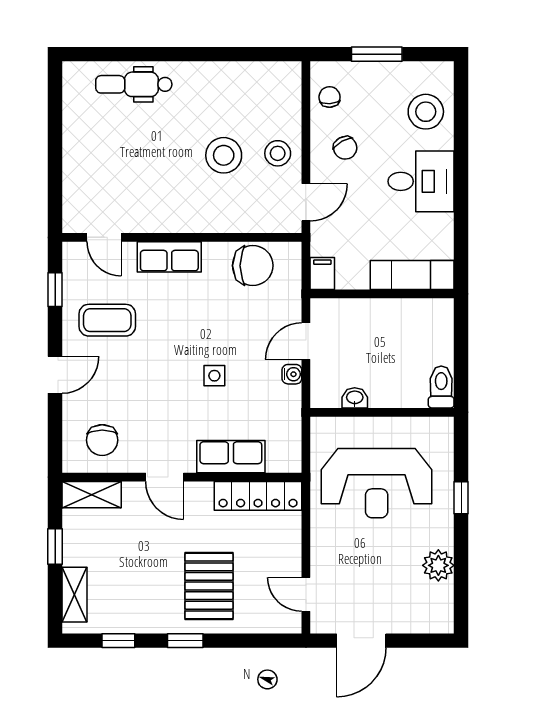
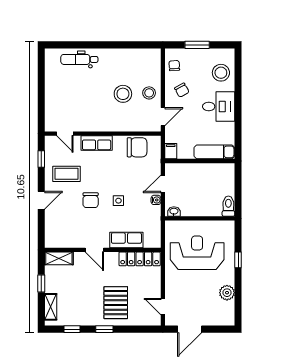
washbasin: (355, 398) -> (174, 211), moved
chair: (102, 440) -> (91, 200), moved
reception desk: (377, 483) -> (197, 253), turned 180

